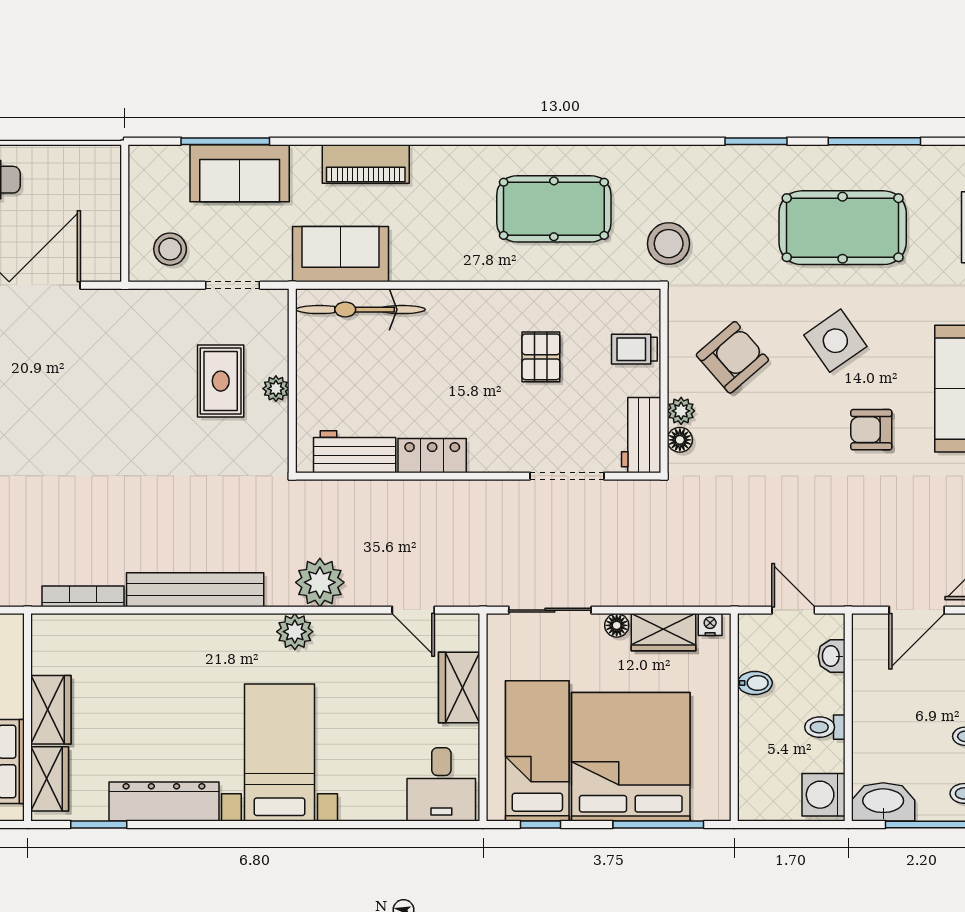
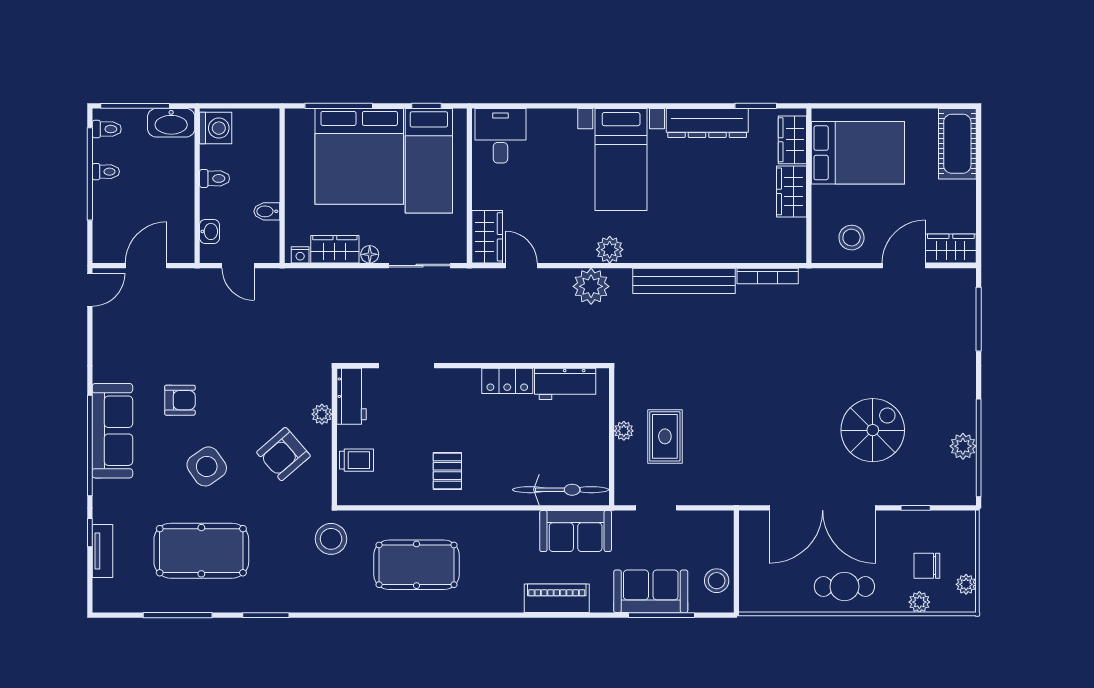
stool: (170, 249) -> (717, 581), moved
pallet: (541, 357) -> (447, 471), moved
floor lamp: (680, 440) -> (323, 393), removed
wardrobe: (459, 688) -> (487, 237), moved

